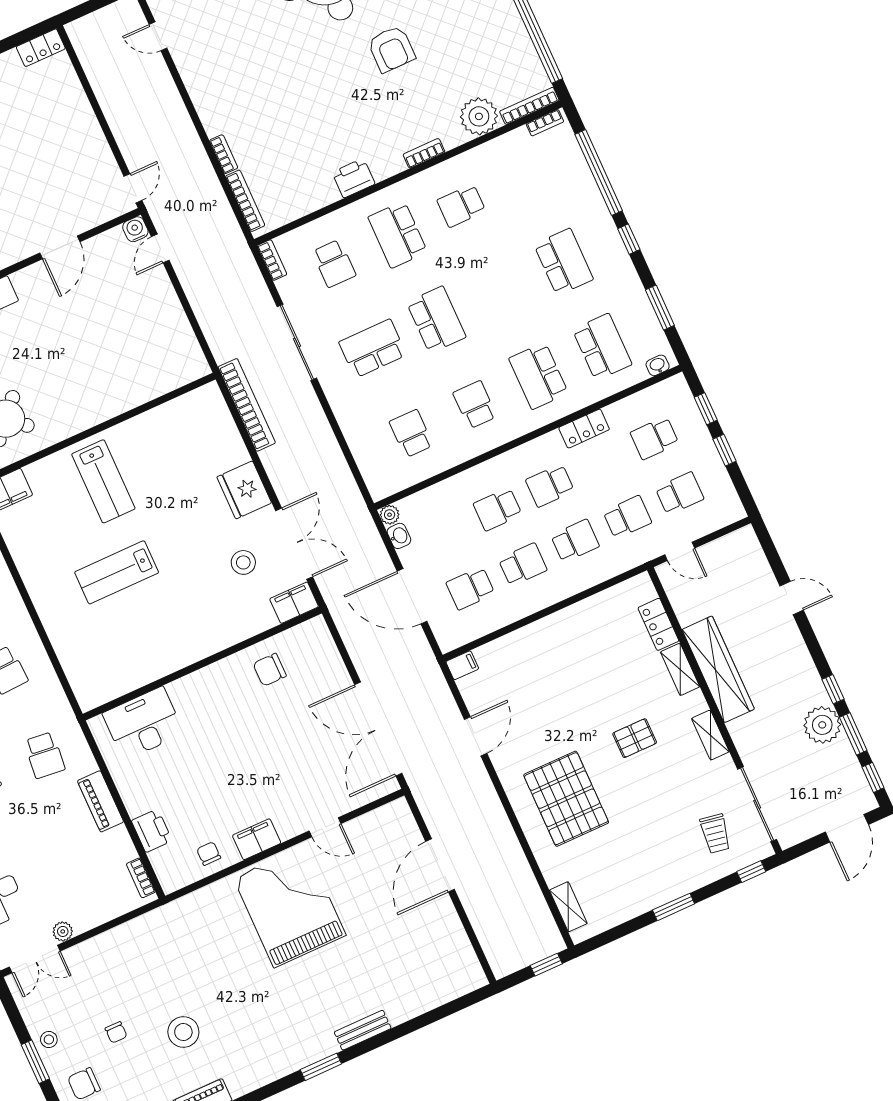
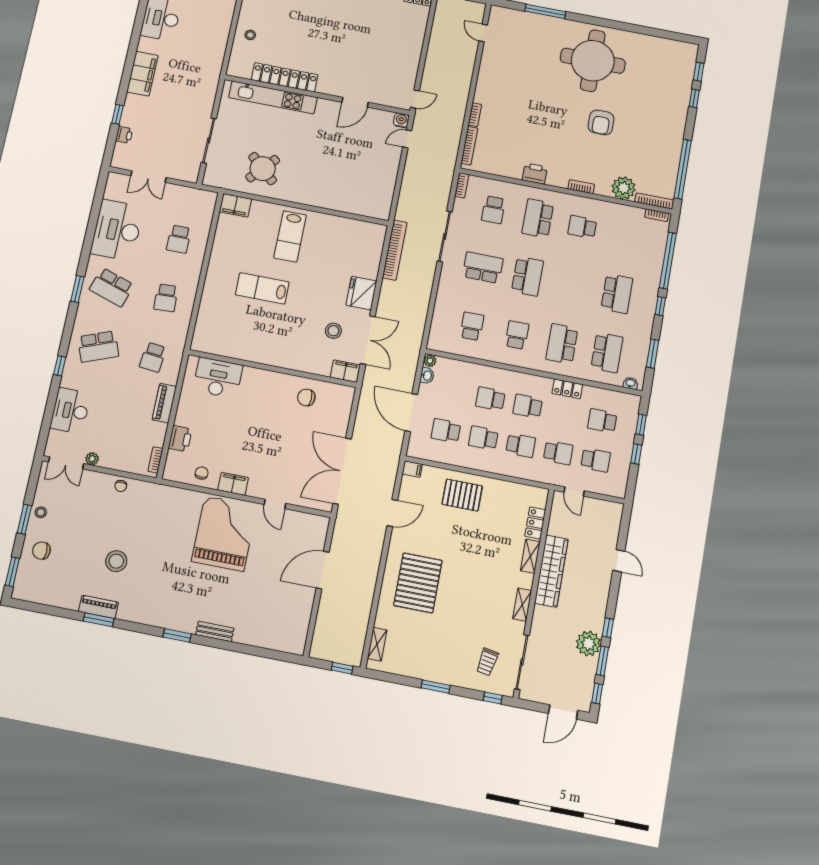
school desk: (523, 565) -> (483, 438), turned 180
pallet: (635, 738) -> (462, 495), moved, width x1.50, depth x1.42
chair: (116, 1032) -> (121, 486), moved

